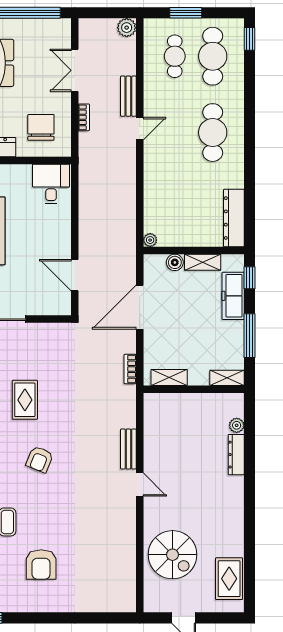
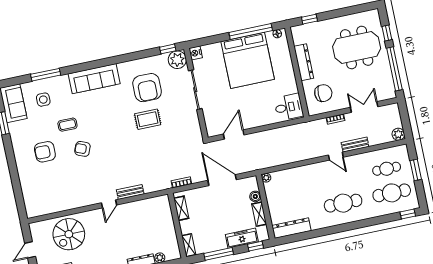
armchair: (40, 459) -> (82, 149), moved

